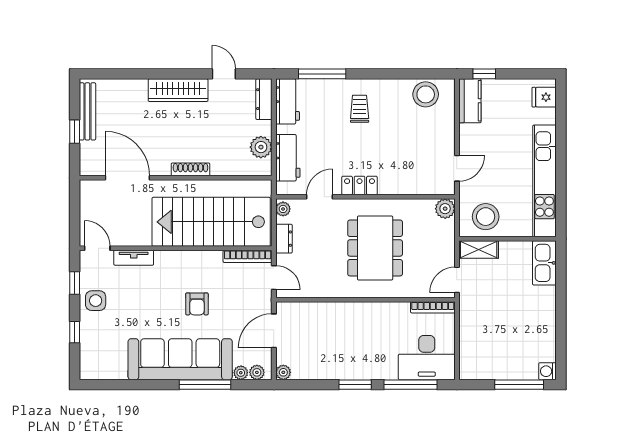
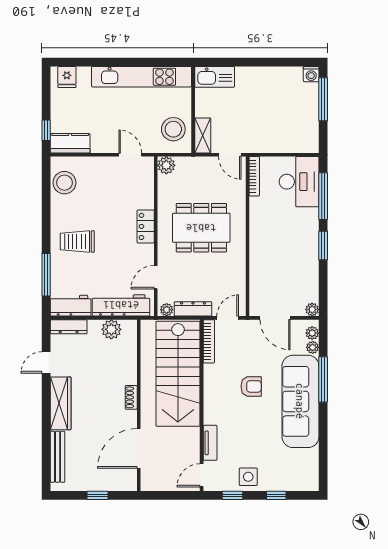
trolley: (360, 109) -> (77, 242), width x1.36, depth x1.39
bench: (87, 111) -> (58, 457), moved, turned 90
workbench: (288, 158) -> (121, 305), width x1.37
shoe rack: (190, 169) -> (131, 397), width x0.70
locker: (360, 185) -> (146, 226), moved
door: (320, 197) -> (156, 277), hinge flipped
dresser: (284, 239) -> (193, 309), width x1.44

